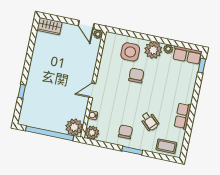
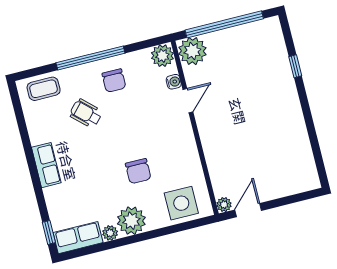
door: (86, 25) -> (248, 210), hinge flipped
wardrobe: (50, 26) -> (301, 182), removed
side table: (130, 52) -> (181, 203), moved
door: (92, 90) -> (188, 101), moved
row of seats: (183, 116) -> (46, 165), moved
window: (132, 151) -> (90, 58), width x2.11

